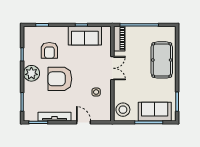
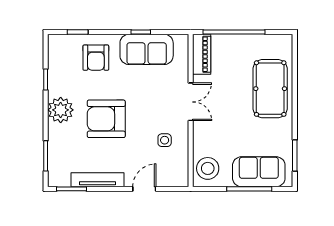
armchair: (49, 50) -> (96, 58), moved
door: (84, 122) -> (144, 189), hinge flipped

